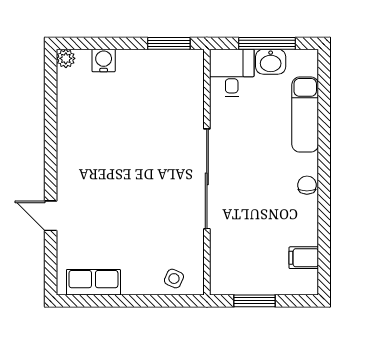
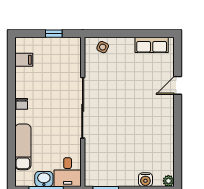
door: (51, 216) -> (178, 85), swing flipped
window: (255, 301) -> (54, 34), width x0.67

